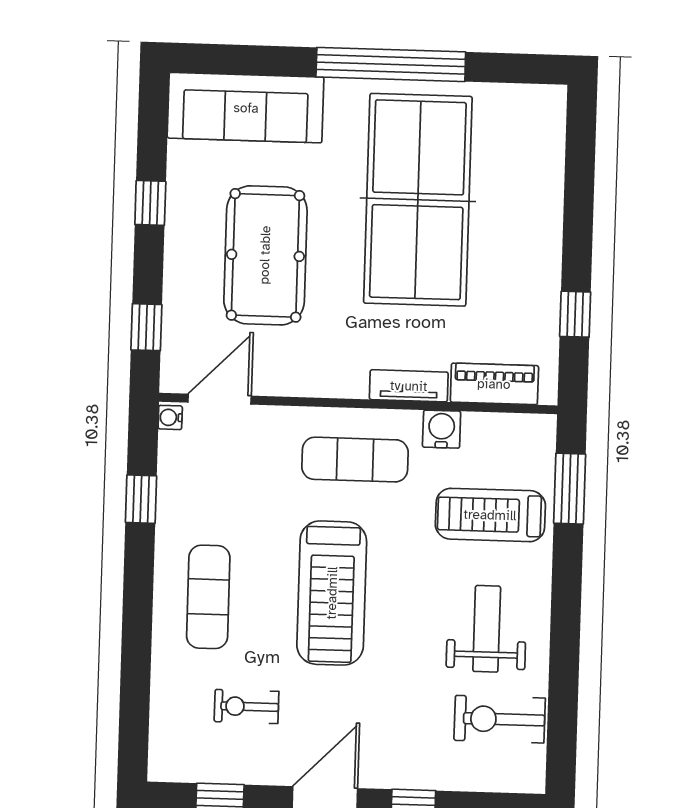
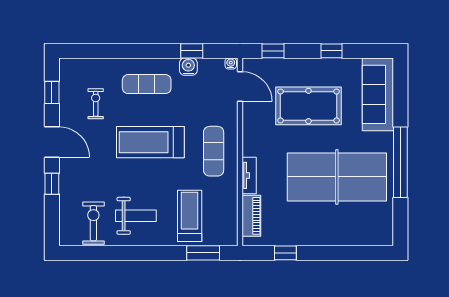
water cooler: (442, 429) -> (188, 67), moved, turned -90

